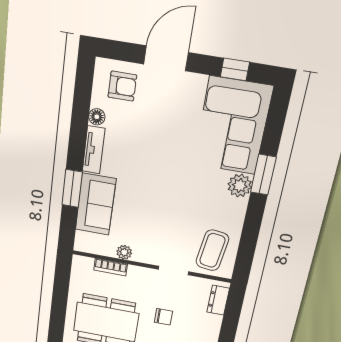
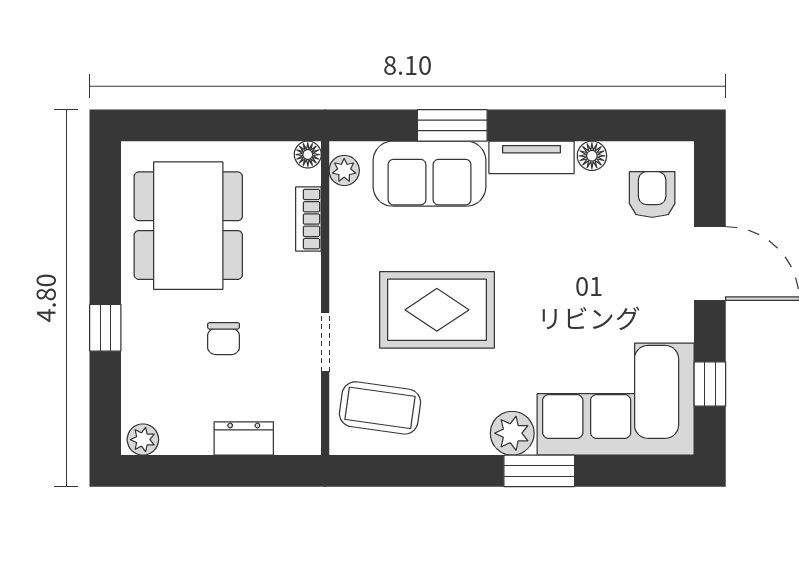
armchair: (122, 86) -> (652, 195), turned 180
rug: (167, 213) -> (437, 310), added
plant: (124, 252) -> (344, 170), moved
floor lamp: (79, 262) -> (308, 155), added
dresser: (218, 300) -> (244, 438), moved

